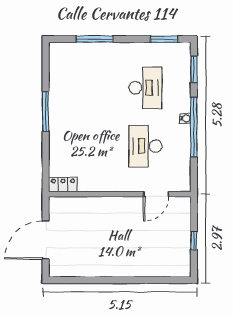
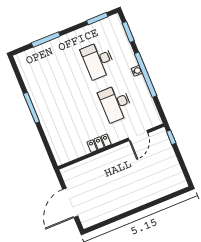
desk: (145, 88) -> (98, 60), turned 180
locker: (63, 185) -> (99, 143), moved
window: (194, 241) -> (171, 137), moved

